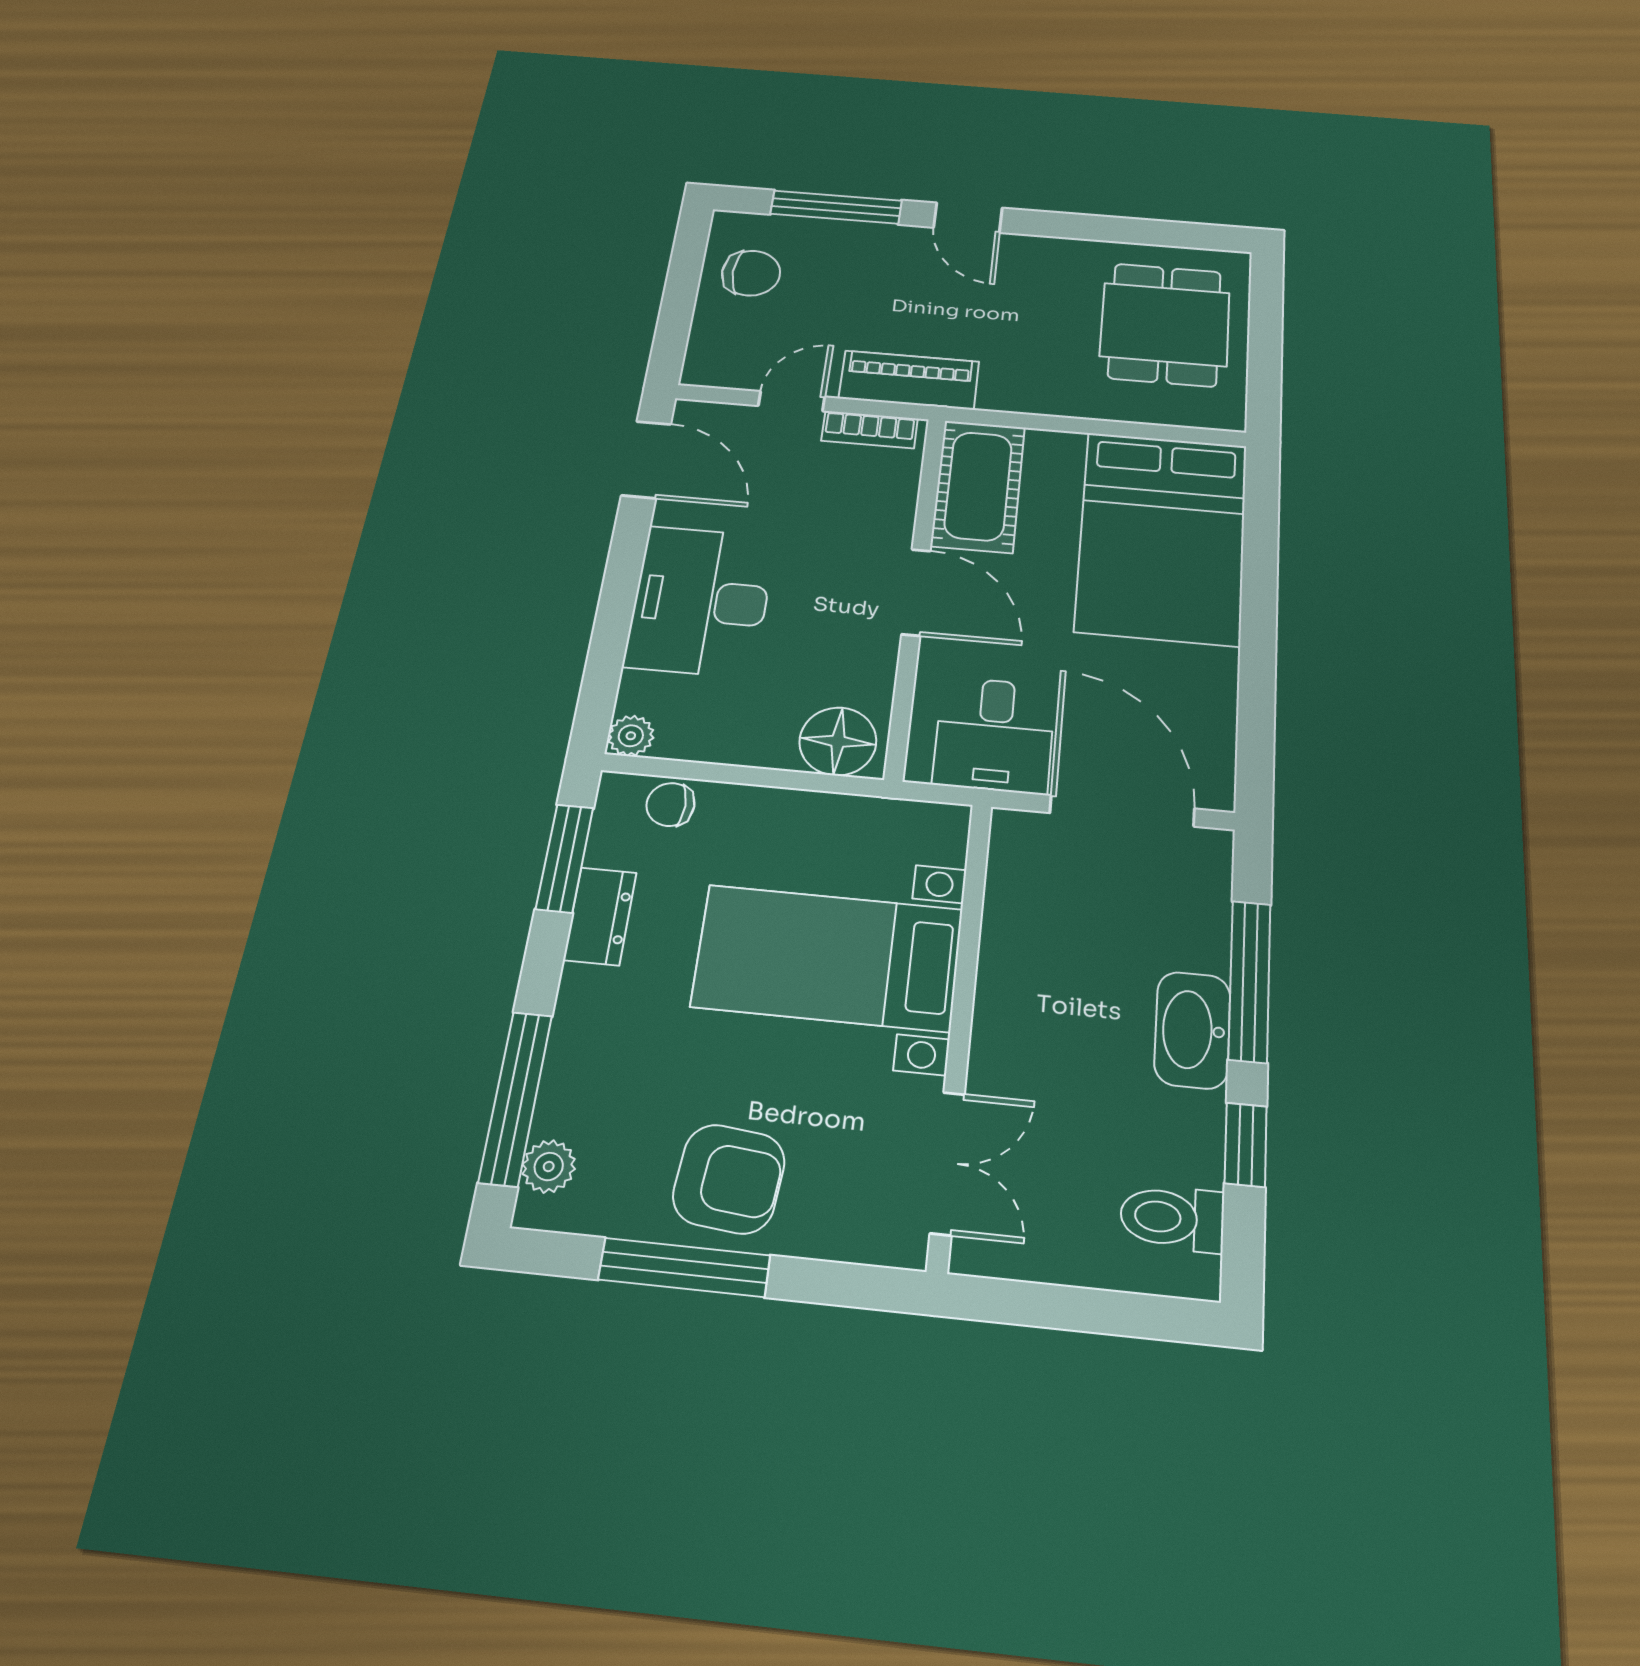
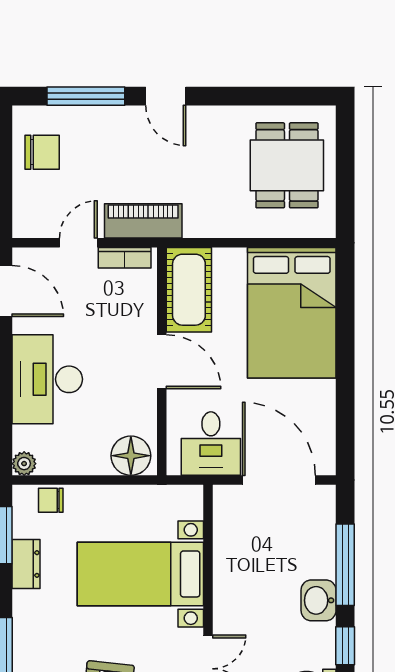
washbasin: (1192, 1030) -> (319, 600), width x0.72

